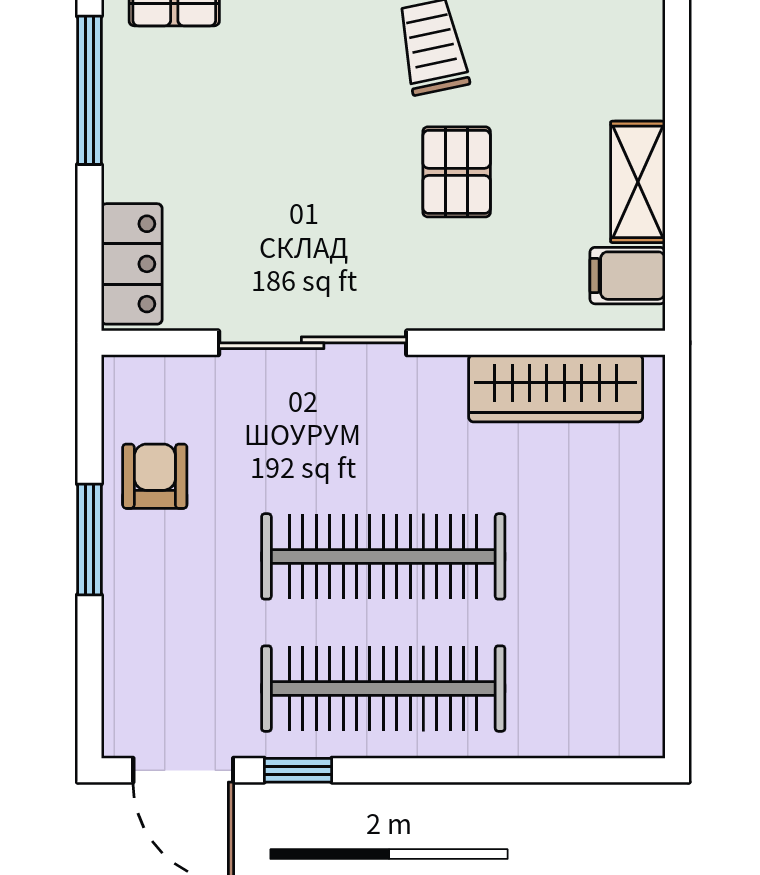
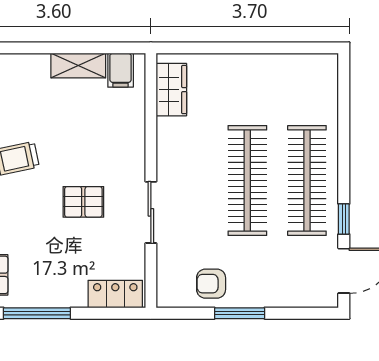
pallet: (457, 172) -> (83, 202), moved
sliding door: (313, 343) -> (151, 212), width x0.73
wardrobe: (556, 388) -> (171, 90), width x0.67

